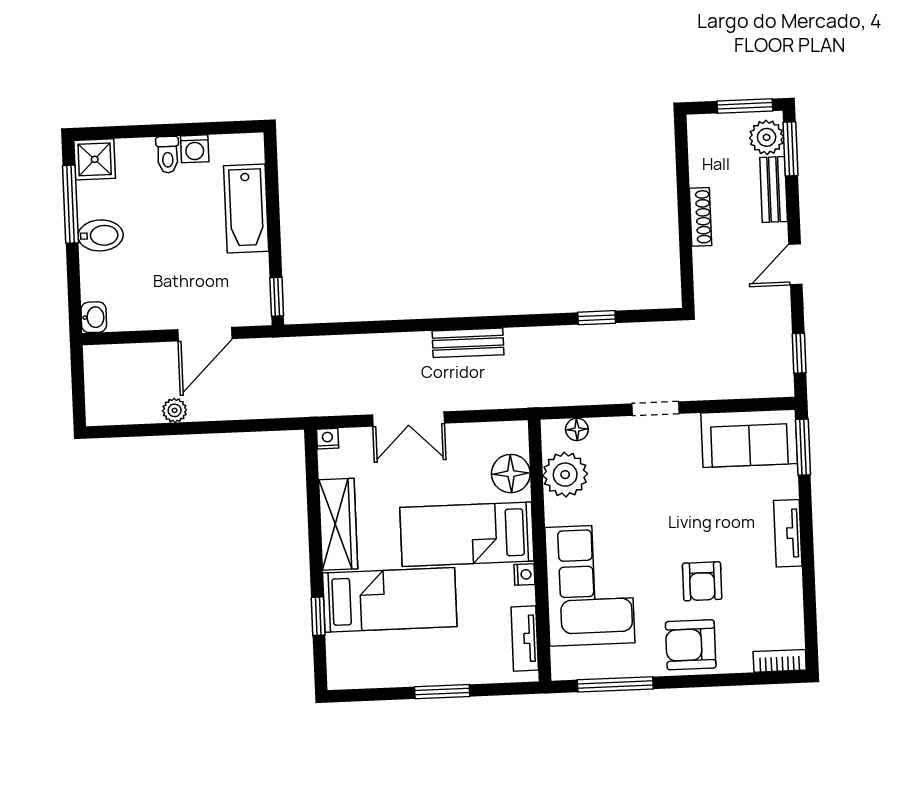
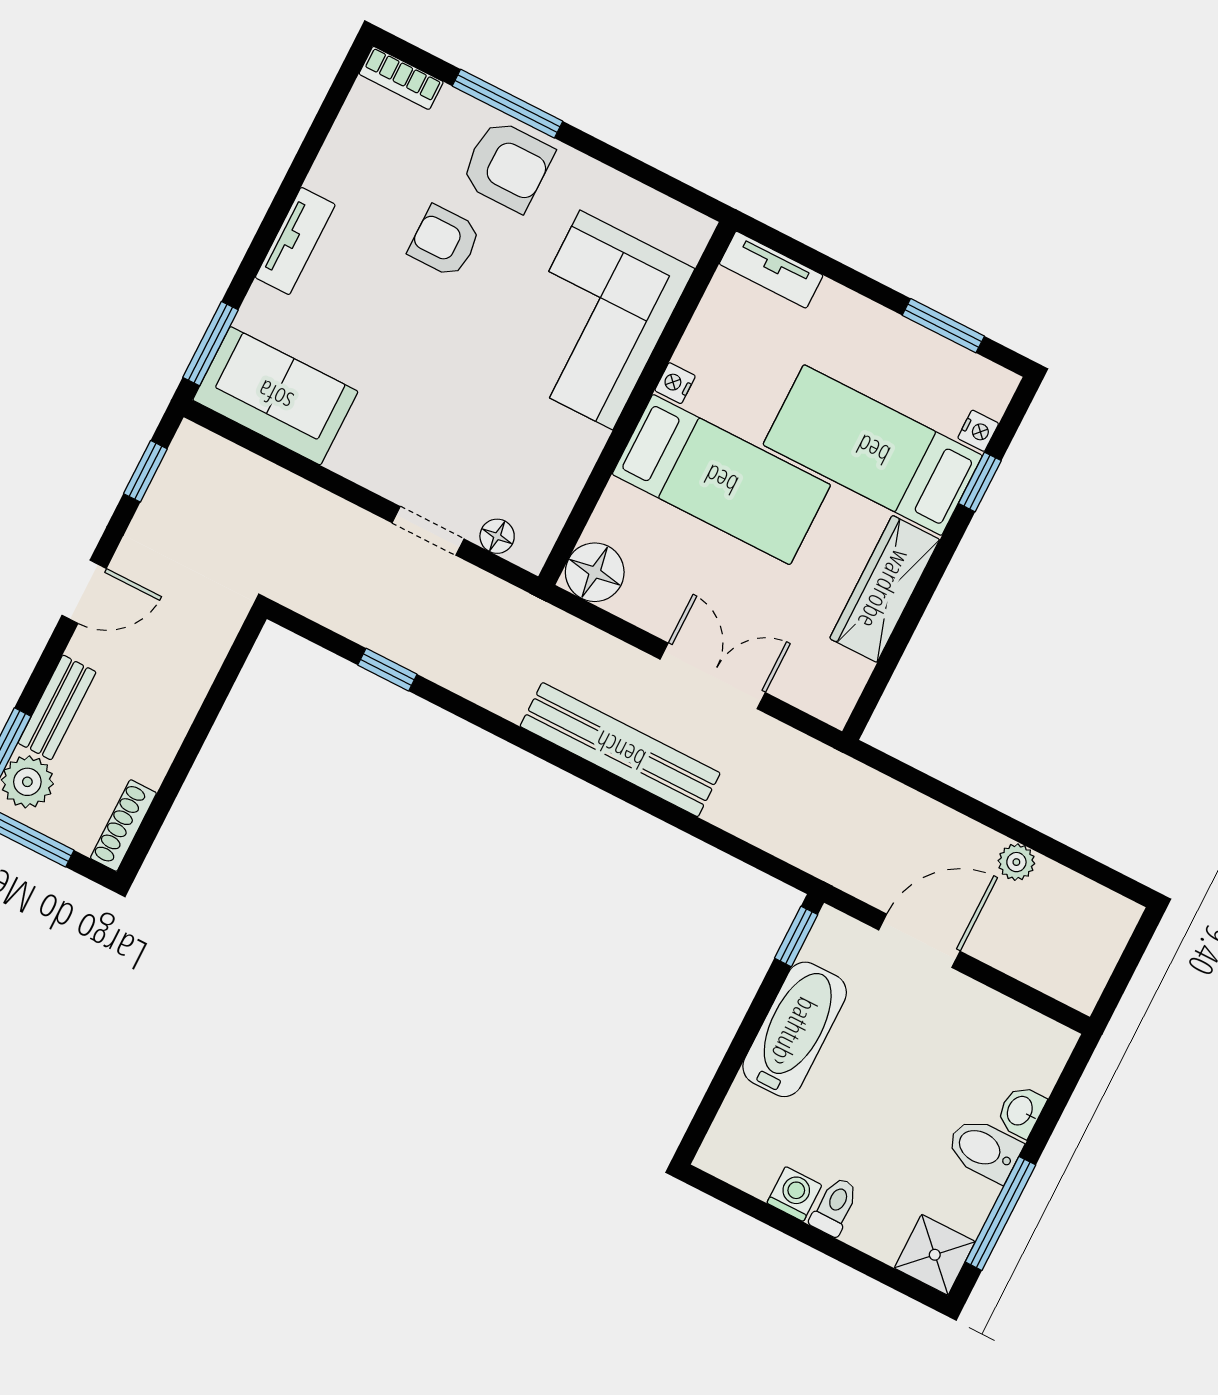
bathtub: (246, 209) -> (795, 1029), moved
shoe rack: (701, 217) -> (123, 826), moved
washbasin: (94, 317) -> (1021, 1111), moved
bench: (468, 343) -> (620, 750), width x1.86, depth x1.21
doorway: (655, 409) -> (428, 531), moved
nightstand: (328, 439) -> (978, 431), moved, turned -90
floor lamp: (511, 474) -> (595, 572), moved
plant: (565, 475) -> (546, 485), removed
armchair: (702, 581) -> (445, 241), turned -90
tv unit: (525, 638) -> (771, 270), moved, turned 90
window: (615, 684) -> (507, 104), moved
window: (442, 692) -> (943, 326), moved

